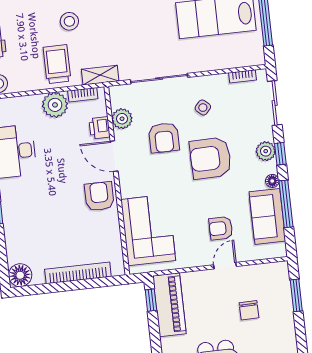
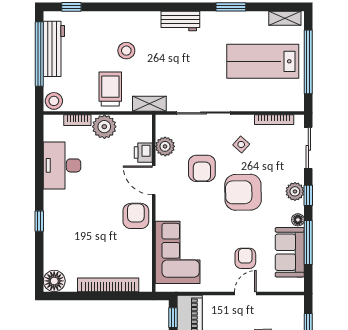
bookcase: (242, 76) -> (274, 120), width x1.56
bookcase: (83, 95) -> (77, 120), moved
armchair: (221, 228) -> (245, 258), turned 90

